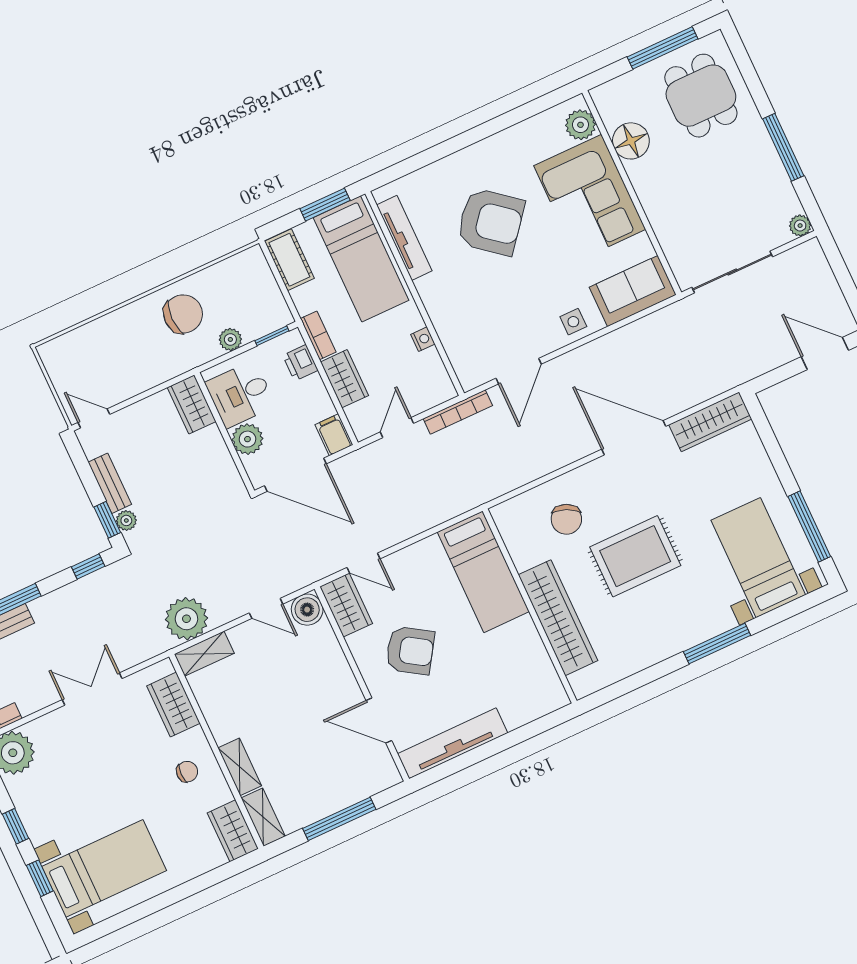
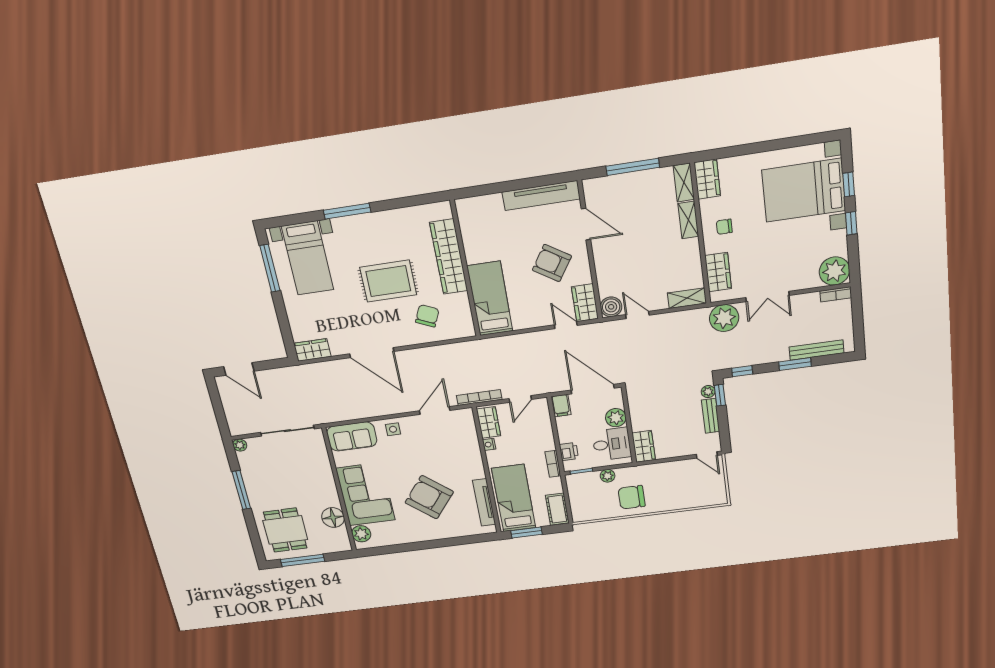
wardrobe: (344, 379) -> (489, 423), moved, turned 180
wardrobe: (710, 422) -> (312, 350), width x0.67
plant: (186, 619) -> (724, 318), moved
bed with nightstands: (104, 868) -> (804, 190), width x1.36

